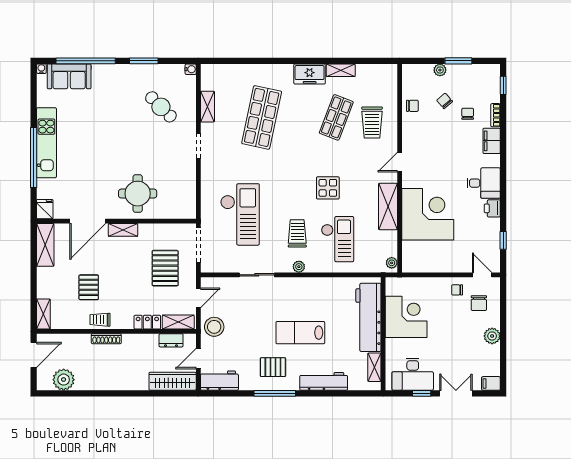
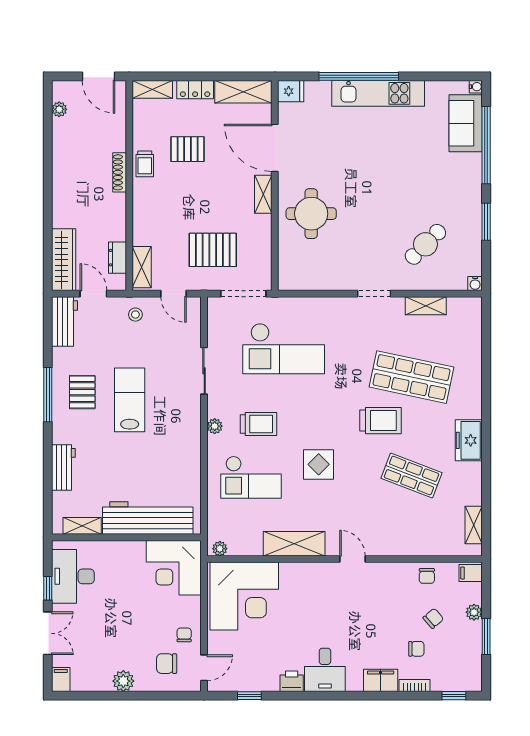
shelving: (341, 70) -> (474, 525), moved
filing cabinet: (410, 73) -> (471, 573), added
trolley: (372, 122) -> (381, 421), moved, turned 180
corner desk: (428, 214) -> (244, 596), moved
corner desk: (406, 317) -> (174, 568), moved, turned 90
trolley: (100, 320) -> (145, 164), turned 180
locker: (147, 322) -> (195, 90), moved, turned 90
stool: (214, 327) -> (135, 315), width x0.53, depth x0.53
lab bench: (300, 333) -> (130, 400), moved
plant: (64, 380) -> (59, 109), width x0.53, depth x0.53
workbench: (324, 381) -> (63, 467), width x0.73

